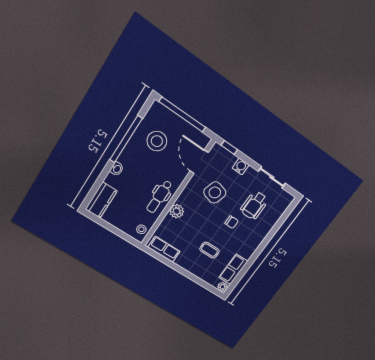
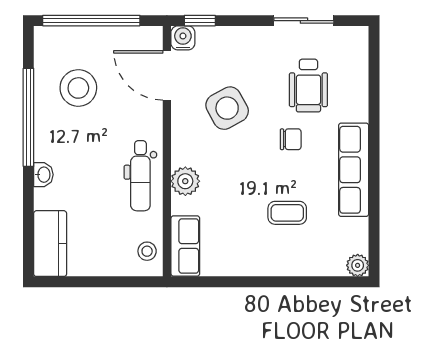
water cooler: (241, 167) -> (183, 38), moved
side table: (215, 192) -> (227, 108), turned 45
row of seats: (164, 249) -> (185, 246), moved, turned 90
row of seats: (233, 269) -> (354, 170), moved, width x1.48

